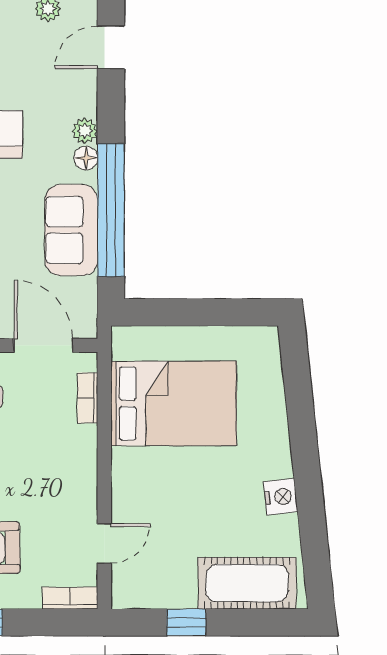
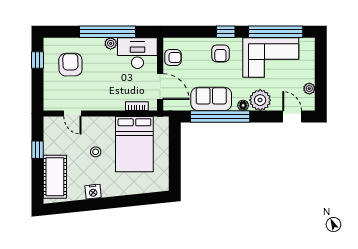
plant: (85, 131) -> (260, 100), width x1.88, depth x1.88
door: (43, 345) -> (160, 87), hinge flipped
stool: (191, 491) -> (96, 152), added
bookcase: (70, 598) -> (48, 98), removed

